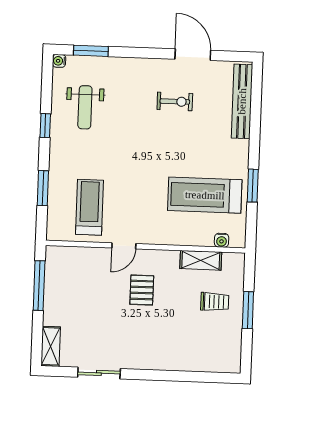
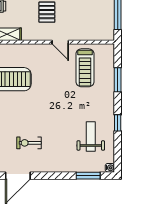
door: (193, 55) -> (18, 176), hinge flipped
door: (124, 246) -> (60, 42), swing flipped

